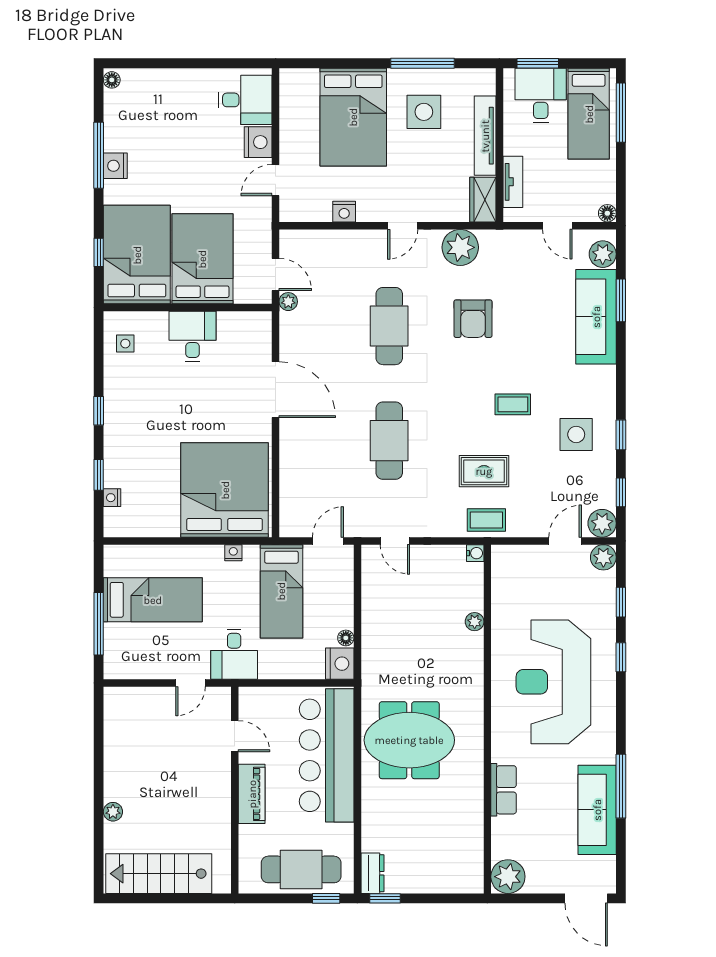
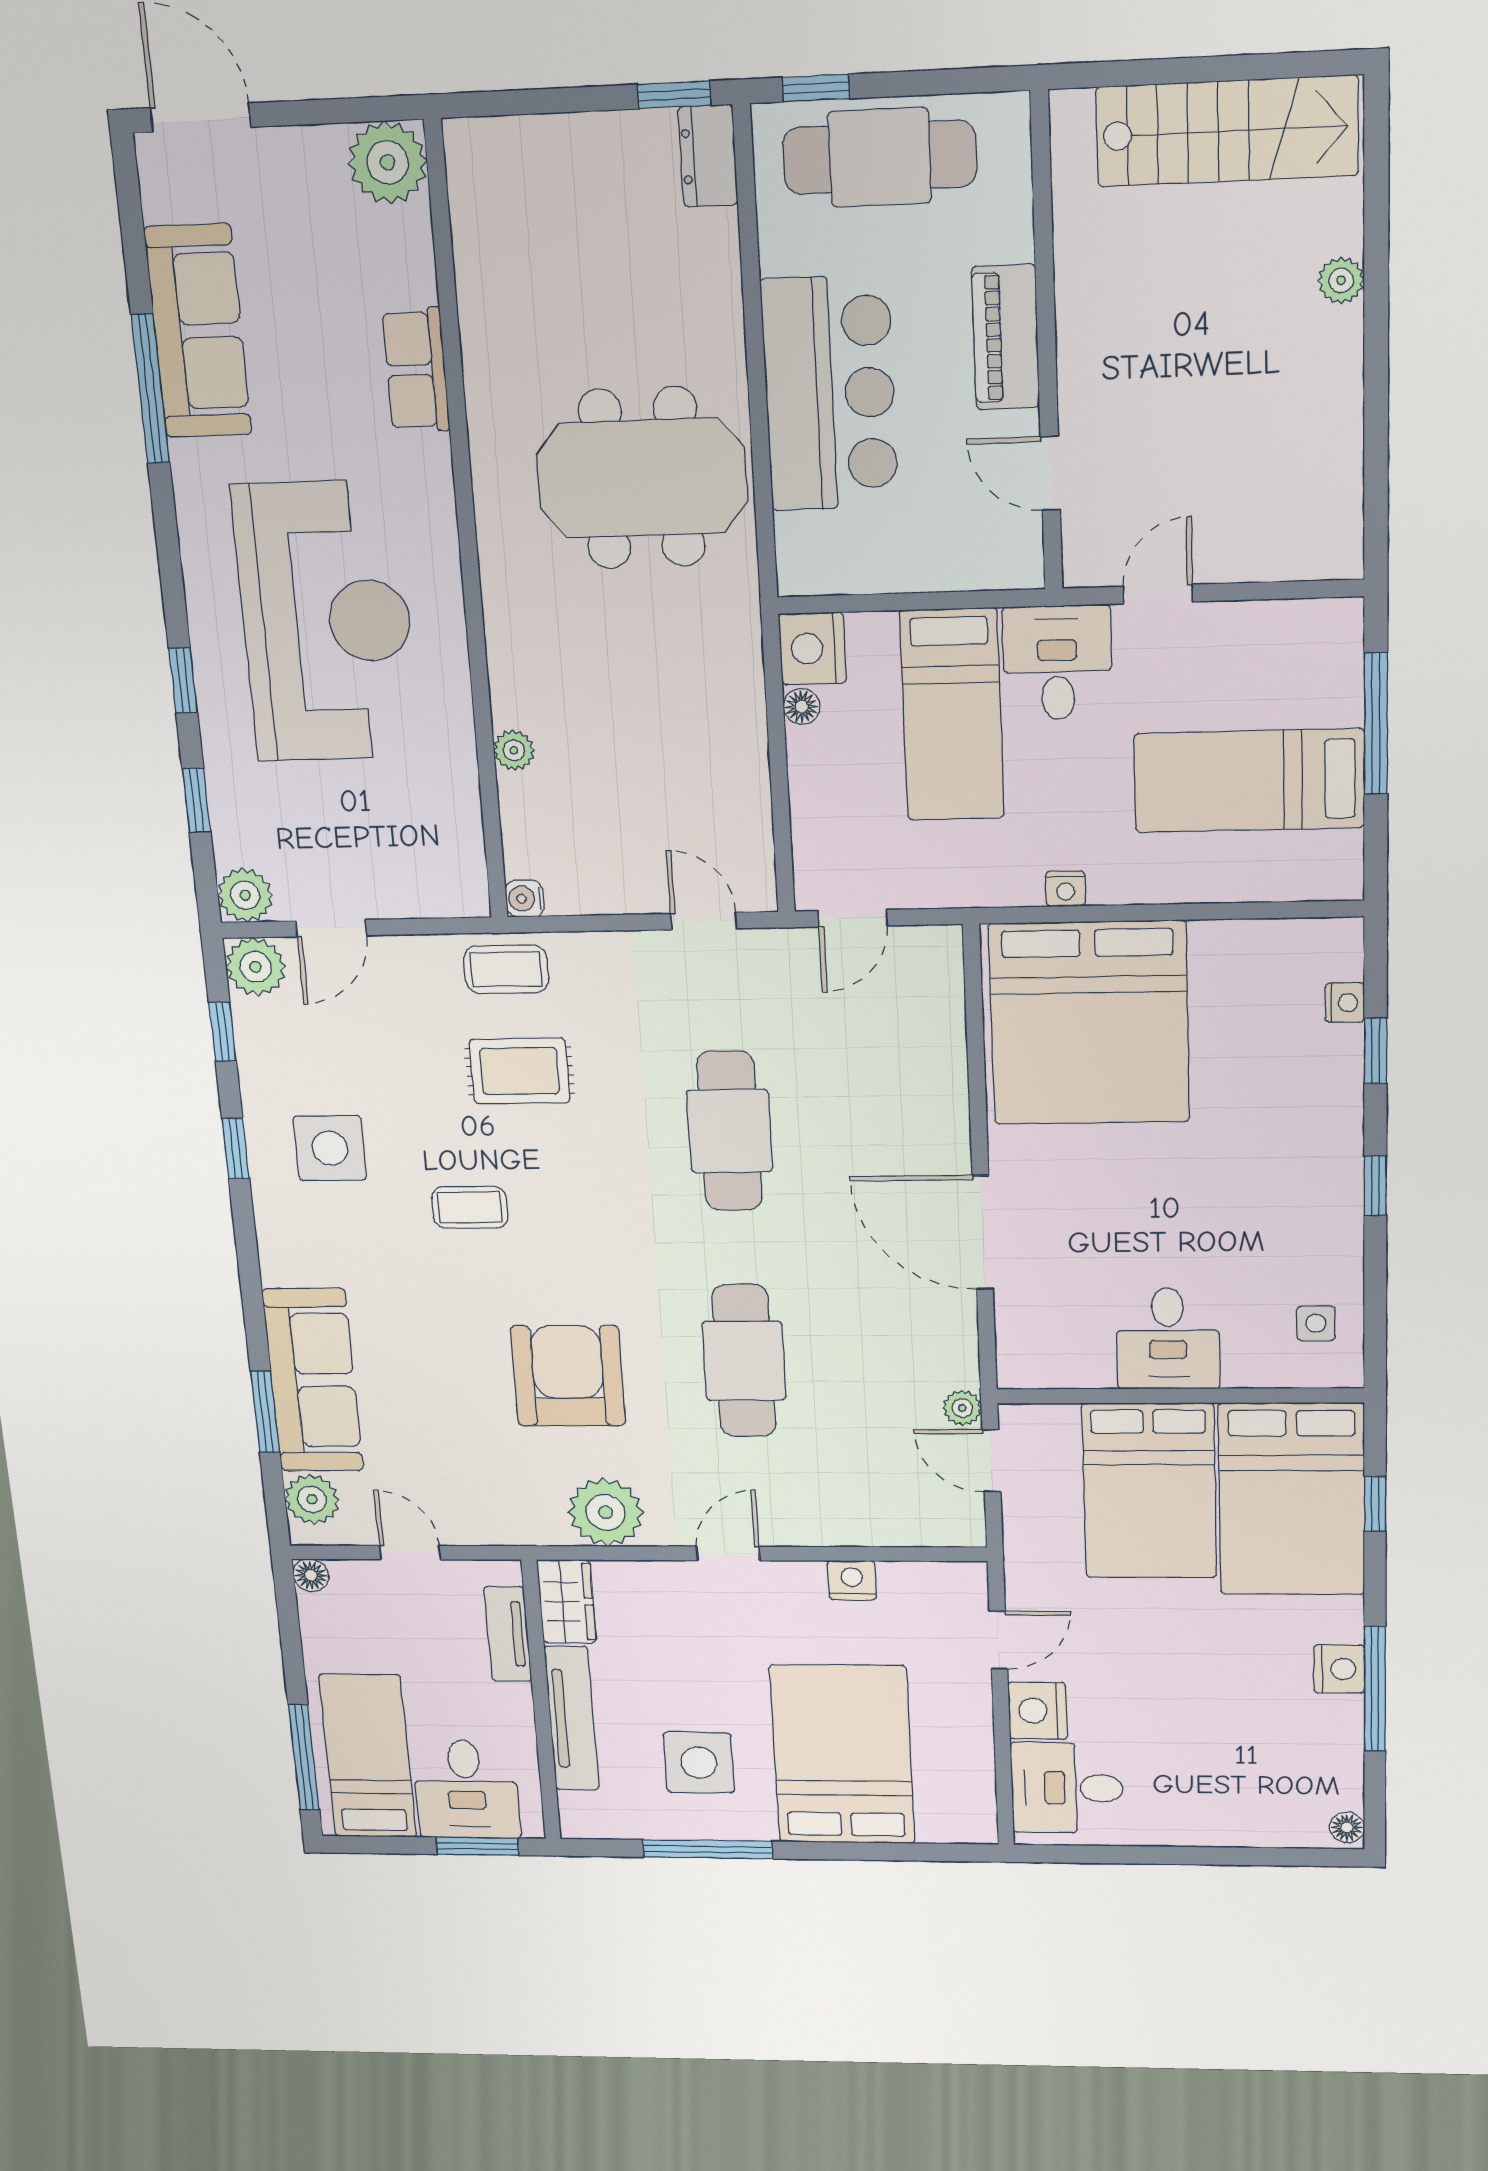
armchair: (473, 319) -> (568, 1376), width x1.36, depth x1.36
bed: (281, 591) -> (952, 715), moved, turned 180
bar counter: (327, 755) -> (830, 394), width x0.73

